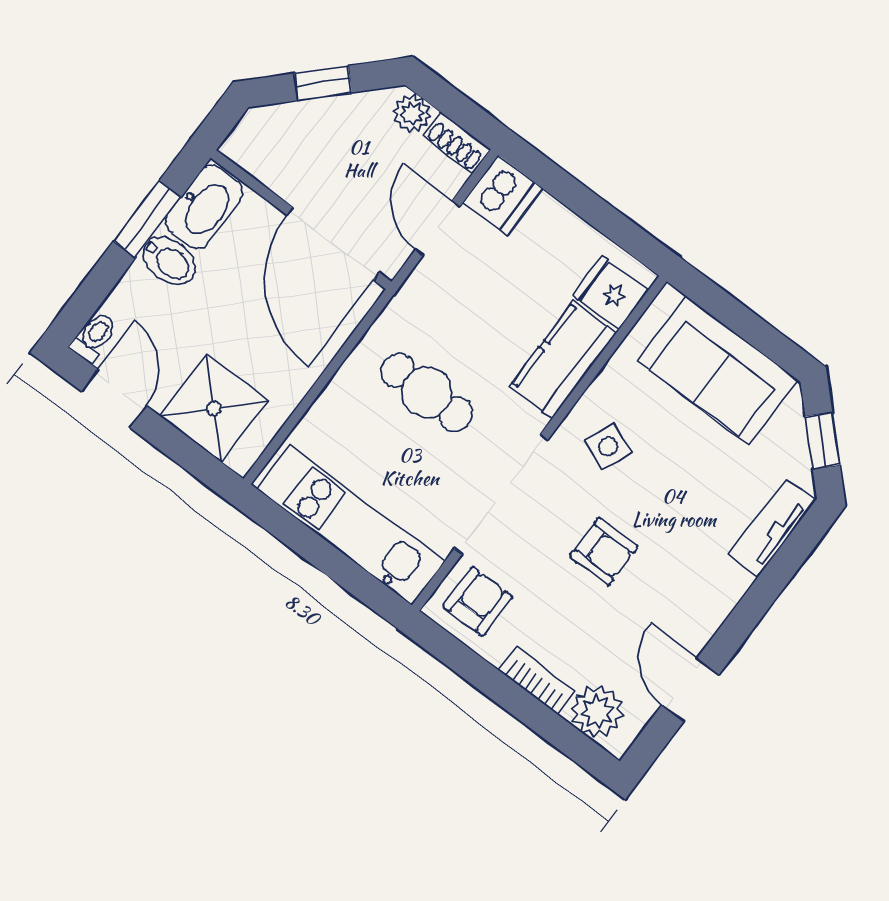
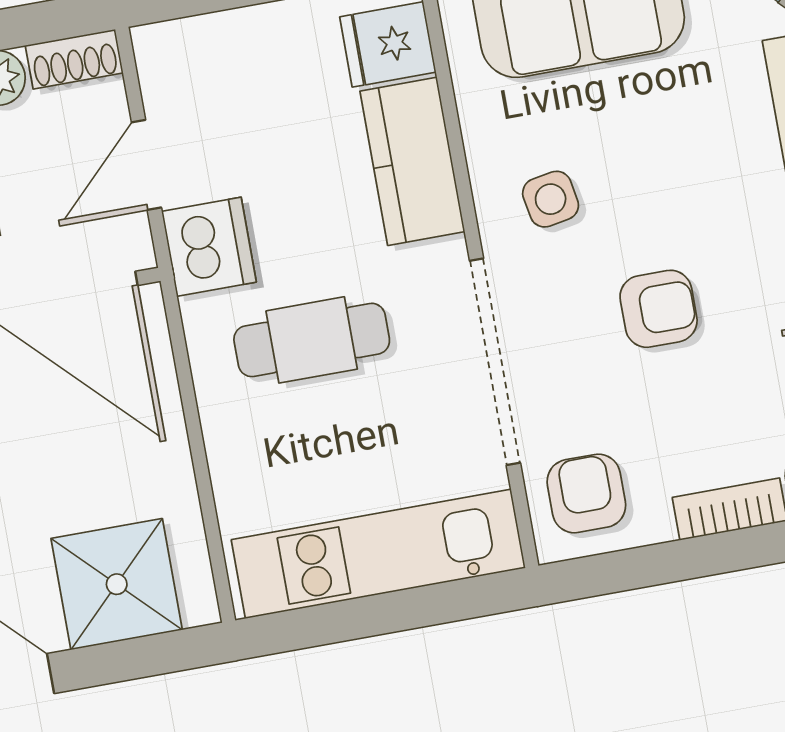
dishwasher: (503, 195) -> (209, 247), moved
door: (438, 228) -> (146, 165), hinge flipped
side table: (608, 446) -> (551, 199), turned -31

